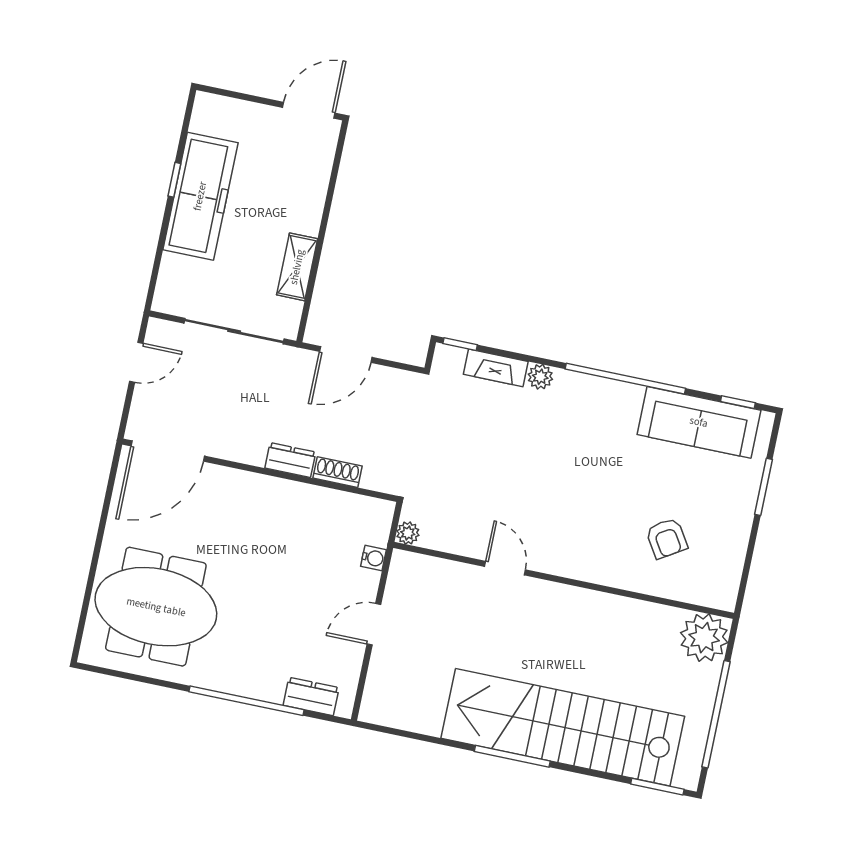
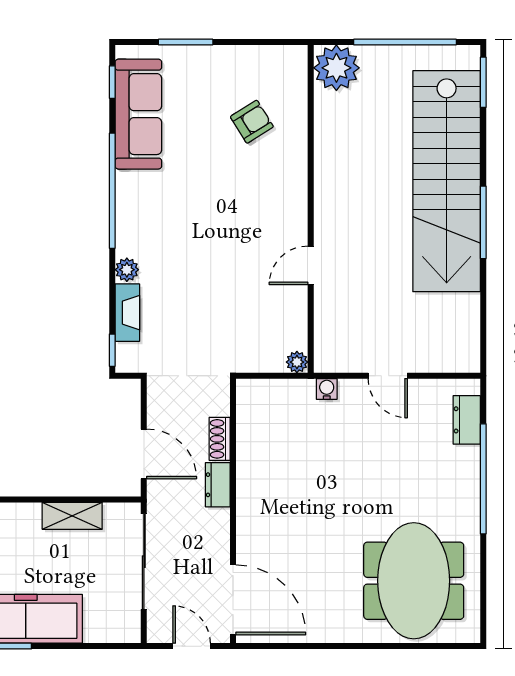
door: (168, 451) -> (233, 600), moved
dresser: (290, 460) -> (218, 485), moved
wall: (260, 470) -> (233, 511), moved
shoe rack: (337, 472) -> (220, 439), moved

